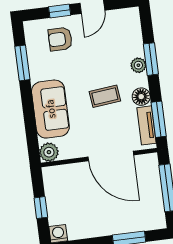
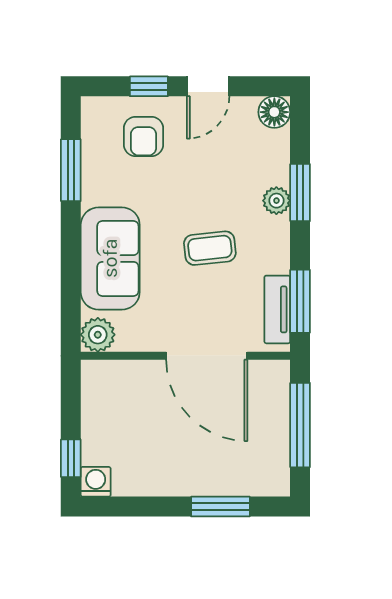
armchair: (60, 39) -> (143, 136), turned -90
floor lamp: (141, 97) -> (274, 112), moved
window: (41, 208) -> (71, 458), moved

